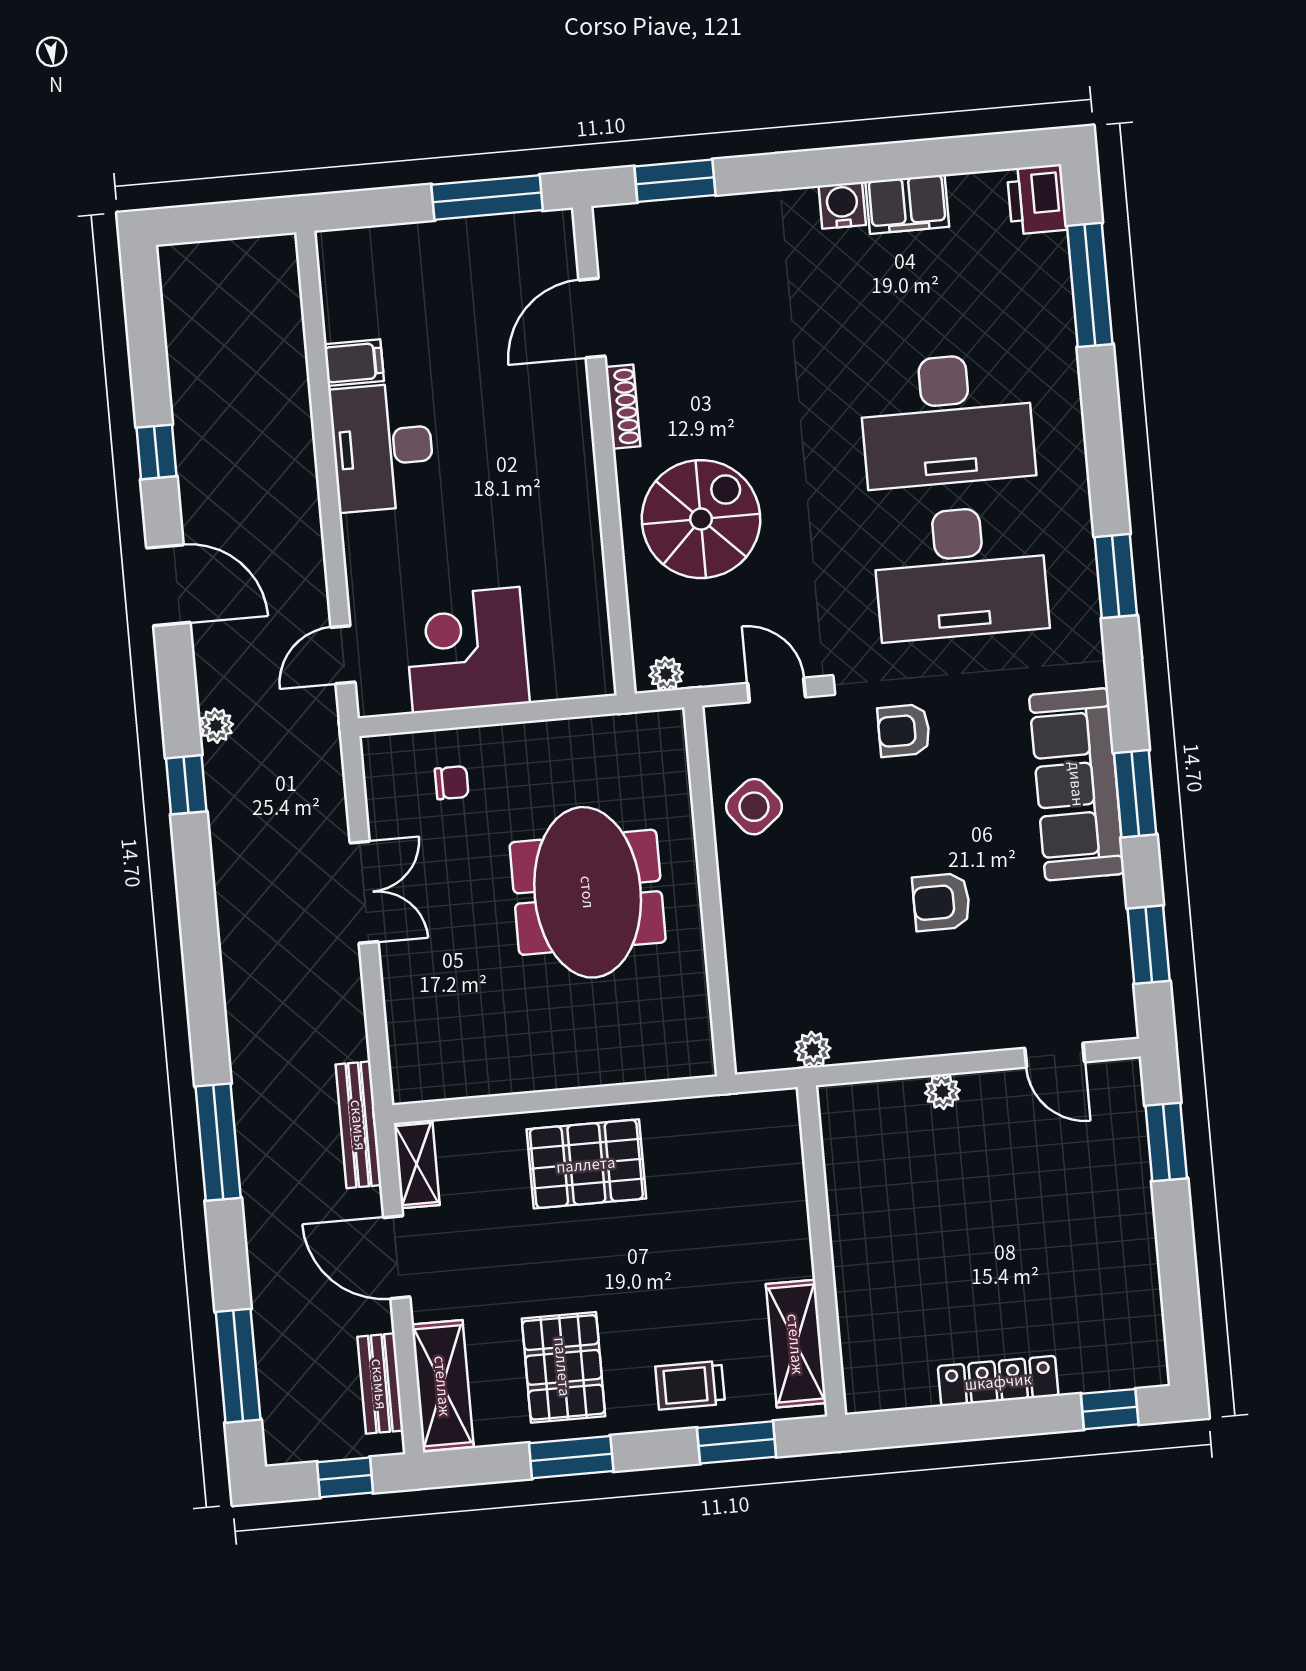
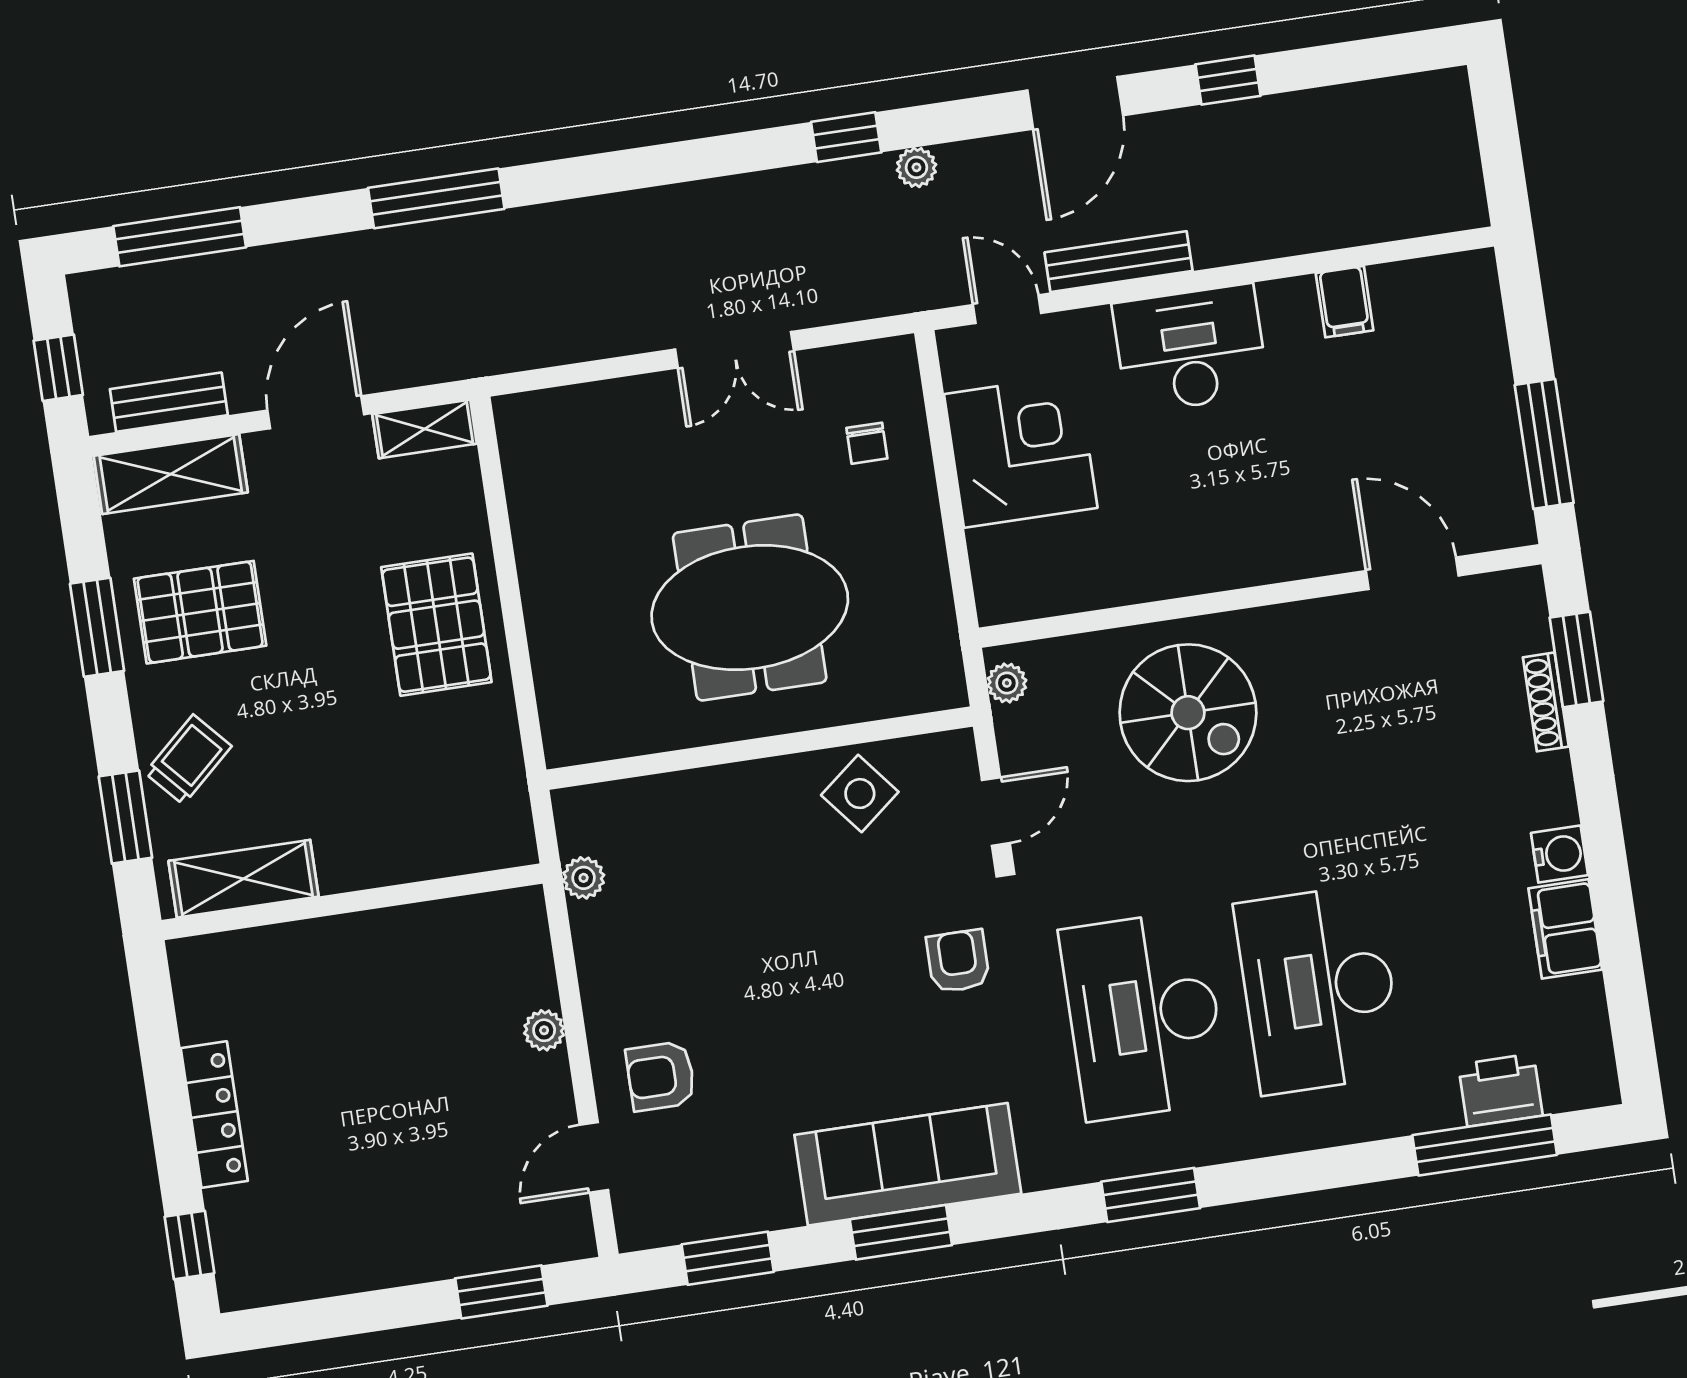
printer: (1037, 199) -> (1500, 1090), moved
shoe rack: (623, 407) -> (1546, 702), moved, turned 90
desk: (382, 447) -> (1190, 349), moved
armchair: (941, 902) -> (661, 1076), moved, turned -90
bench: (359, 1125) -> (1119, 262), moved
trolley: (690, 1385) -> (188, 760), turned 48

